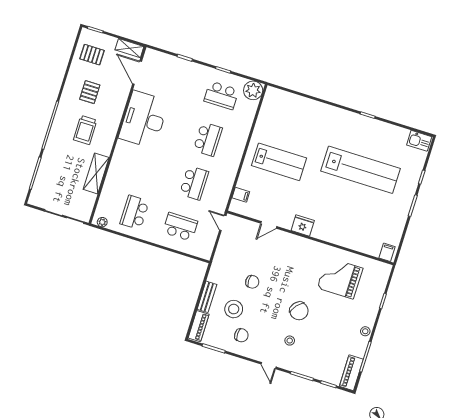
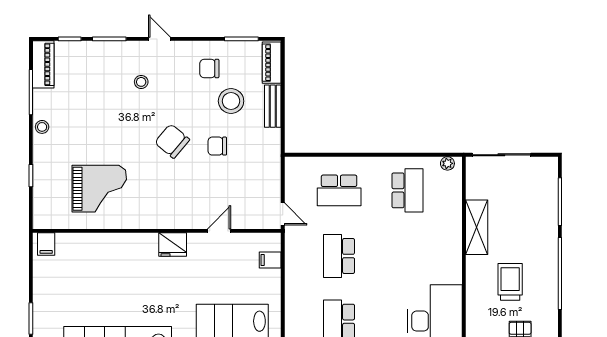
chair: (299, 311) -> (172, 141), moved

